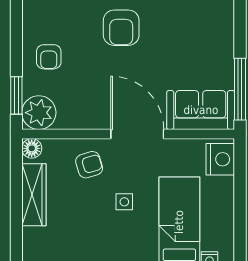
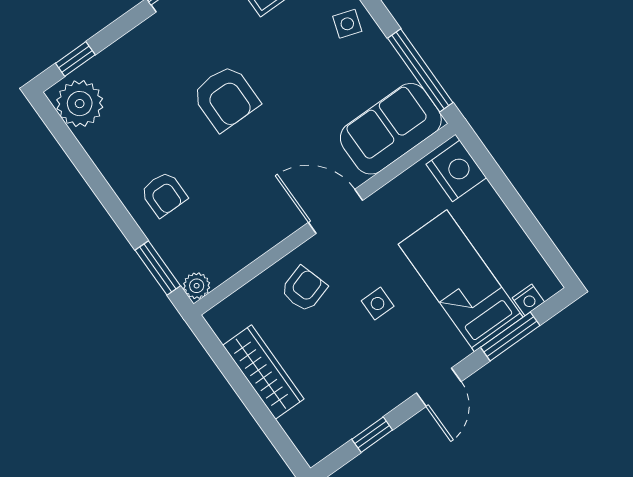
side table: (218, 35) -> (347, 24), added
plant: (39, 113) -> (197, 286), width x0.53, depth x0.53
door: (137, 134) -> (335, 211), width x0.73
floor lamp: (32, 148) -> (221, 318), removed

